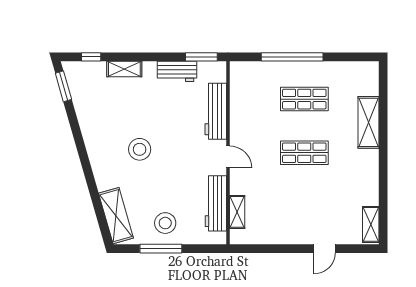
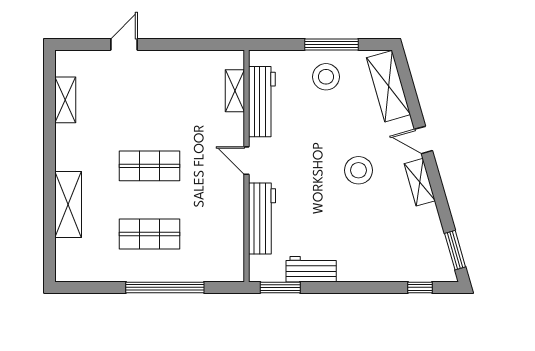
shelving: (124, 69) -> (420, 182), moved, turned 74
door: (88, 173) -> (423, 140), added
shelving: (371, 224) -> (65, 100), moved

